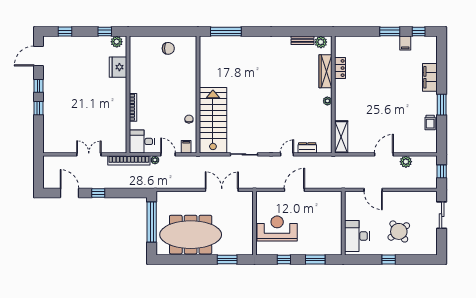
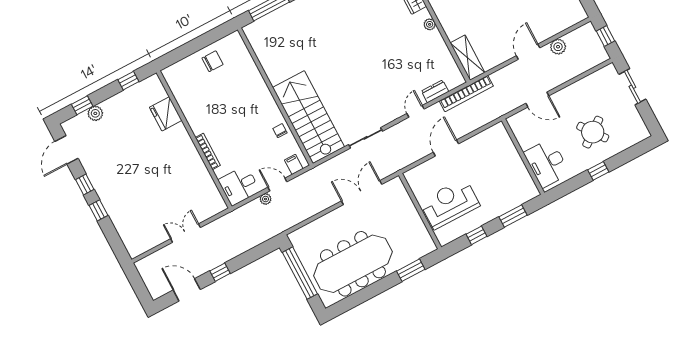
plant: (117, 42) -> (95, 113), moved
bookcase: (129, 160) -> (466, 93), moved

